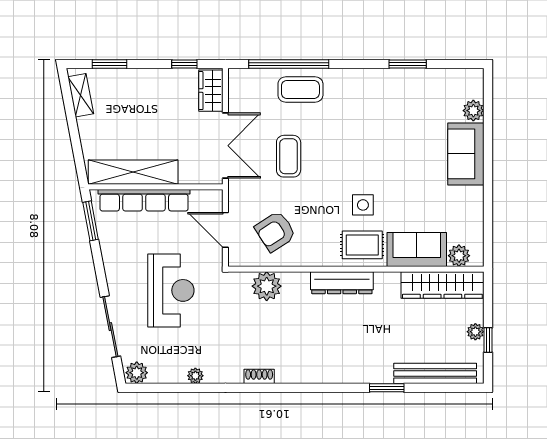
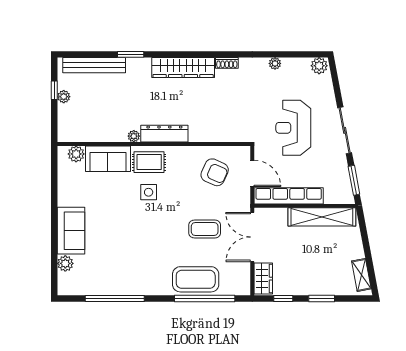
window: (109, 64) -> (322, 299), moved
window: (408, 64) -> (115, 299), width x2.11
coffee table: (300, 89) -> (196, 279), width x1.36, depth x1.32
coffee table: (289, 156) -> (205, 229), turned 90
row of seats: (144, 200) -> (289, 196), moved
armchair: (275, 231) -> (215, 172), turned 57
wardrobe: (442, 285) -> (183, 68), moved, turned 180
plant: (267, 286) -> (134, 136), moved, width x0.53, depth x0.53
sliding door: (110, 327) -> (345, 130), moved

